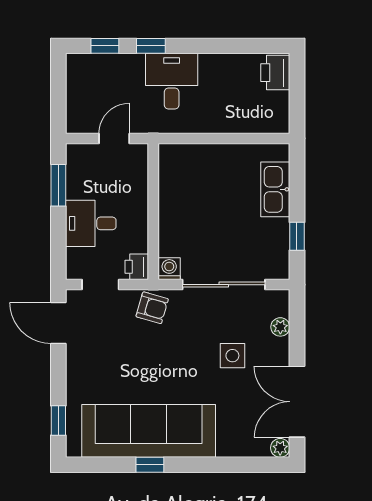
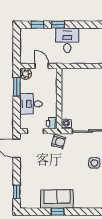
door: (114, 138) -> (42, 66), hinge flipped
plant: (78, 156) -> (26, 74), added
sofa: (149, 431) -> (57, 199), width x0.54, depth x0.79

